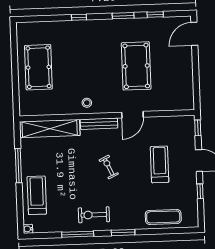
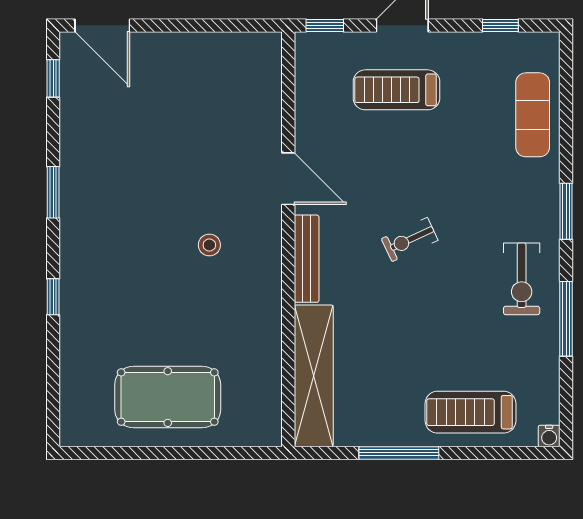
window: (155, 14) -> (53, 78), moved
pool table: (136, 66) -> (173, 166), removed
stool: (87, 103) -> (209, 245), moved
treadmill: (160, 164) -> (396, 90), moved
window: (200, 191) -> (500, 25), moved

